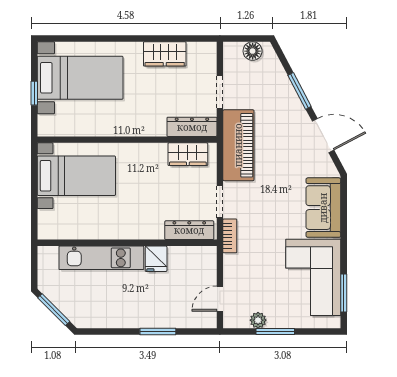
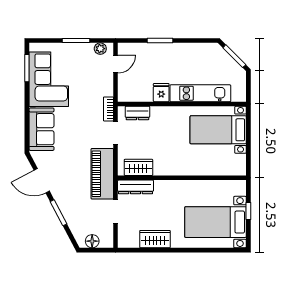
bed with nightstands: (76, 176) -> (218, 130), moved
dresser: (189, 230) -> (137, 113), width x0.70
plant: (258, 320) -> (100, 49), moved

